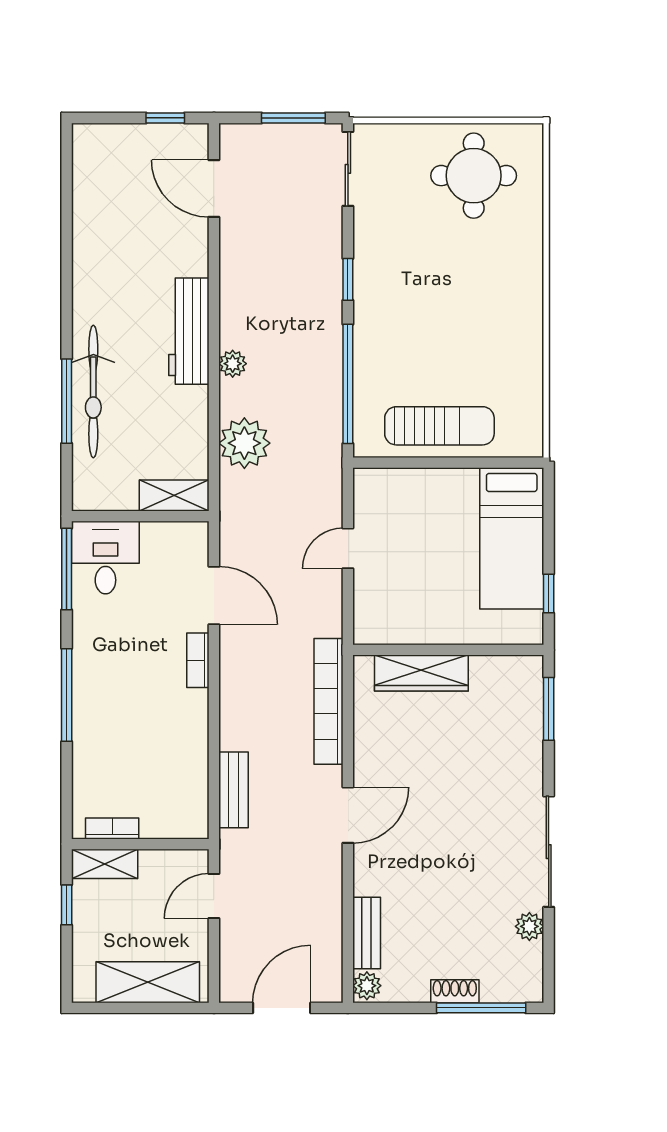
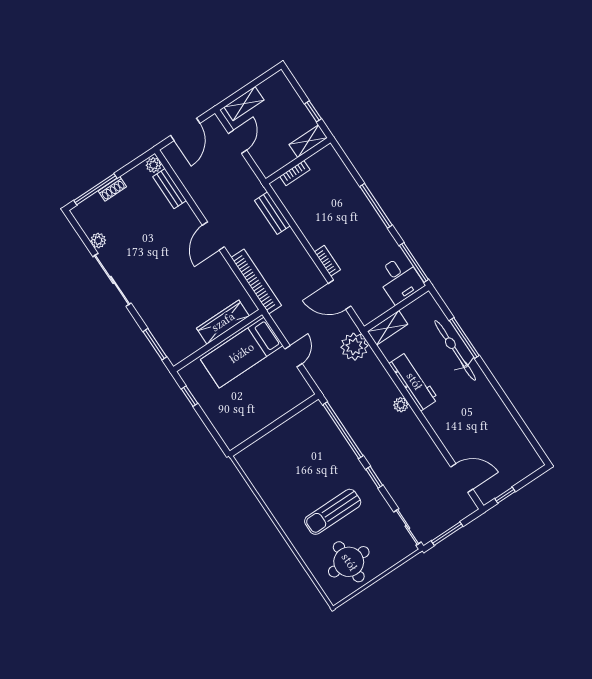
workbench: (189, 331) -> (414, 381), moved
sun lounger: (439, 426) -> (333, 512), moved
plant: (244, 443) -> (354, 347), moved
bed: (512, 538) -> (242, 353), moved, turned -90
bookcase: (112, 828) -> (295, 173), moved
door: (214, 896) -> (237, 142), moved
shelving: (148, 982) -> (244, 104), width x0.67, depth x0.75

